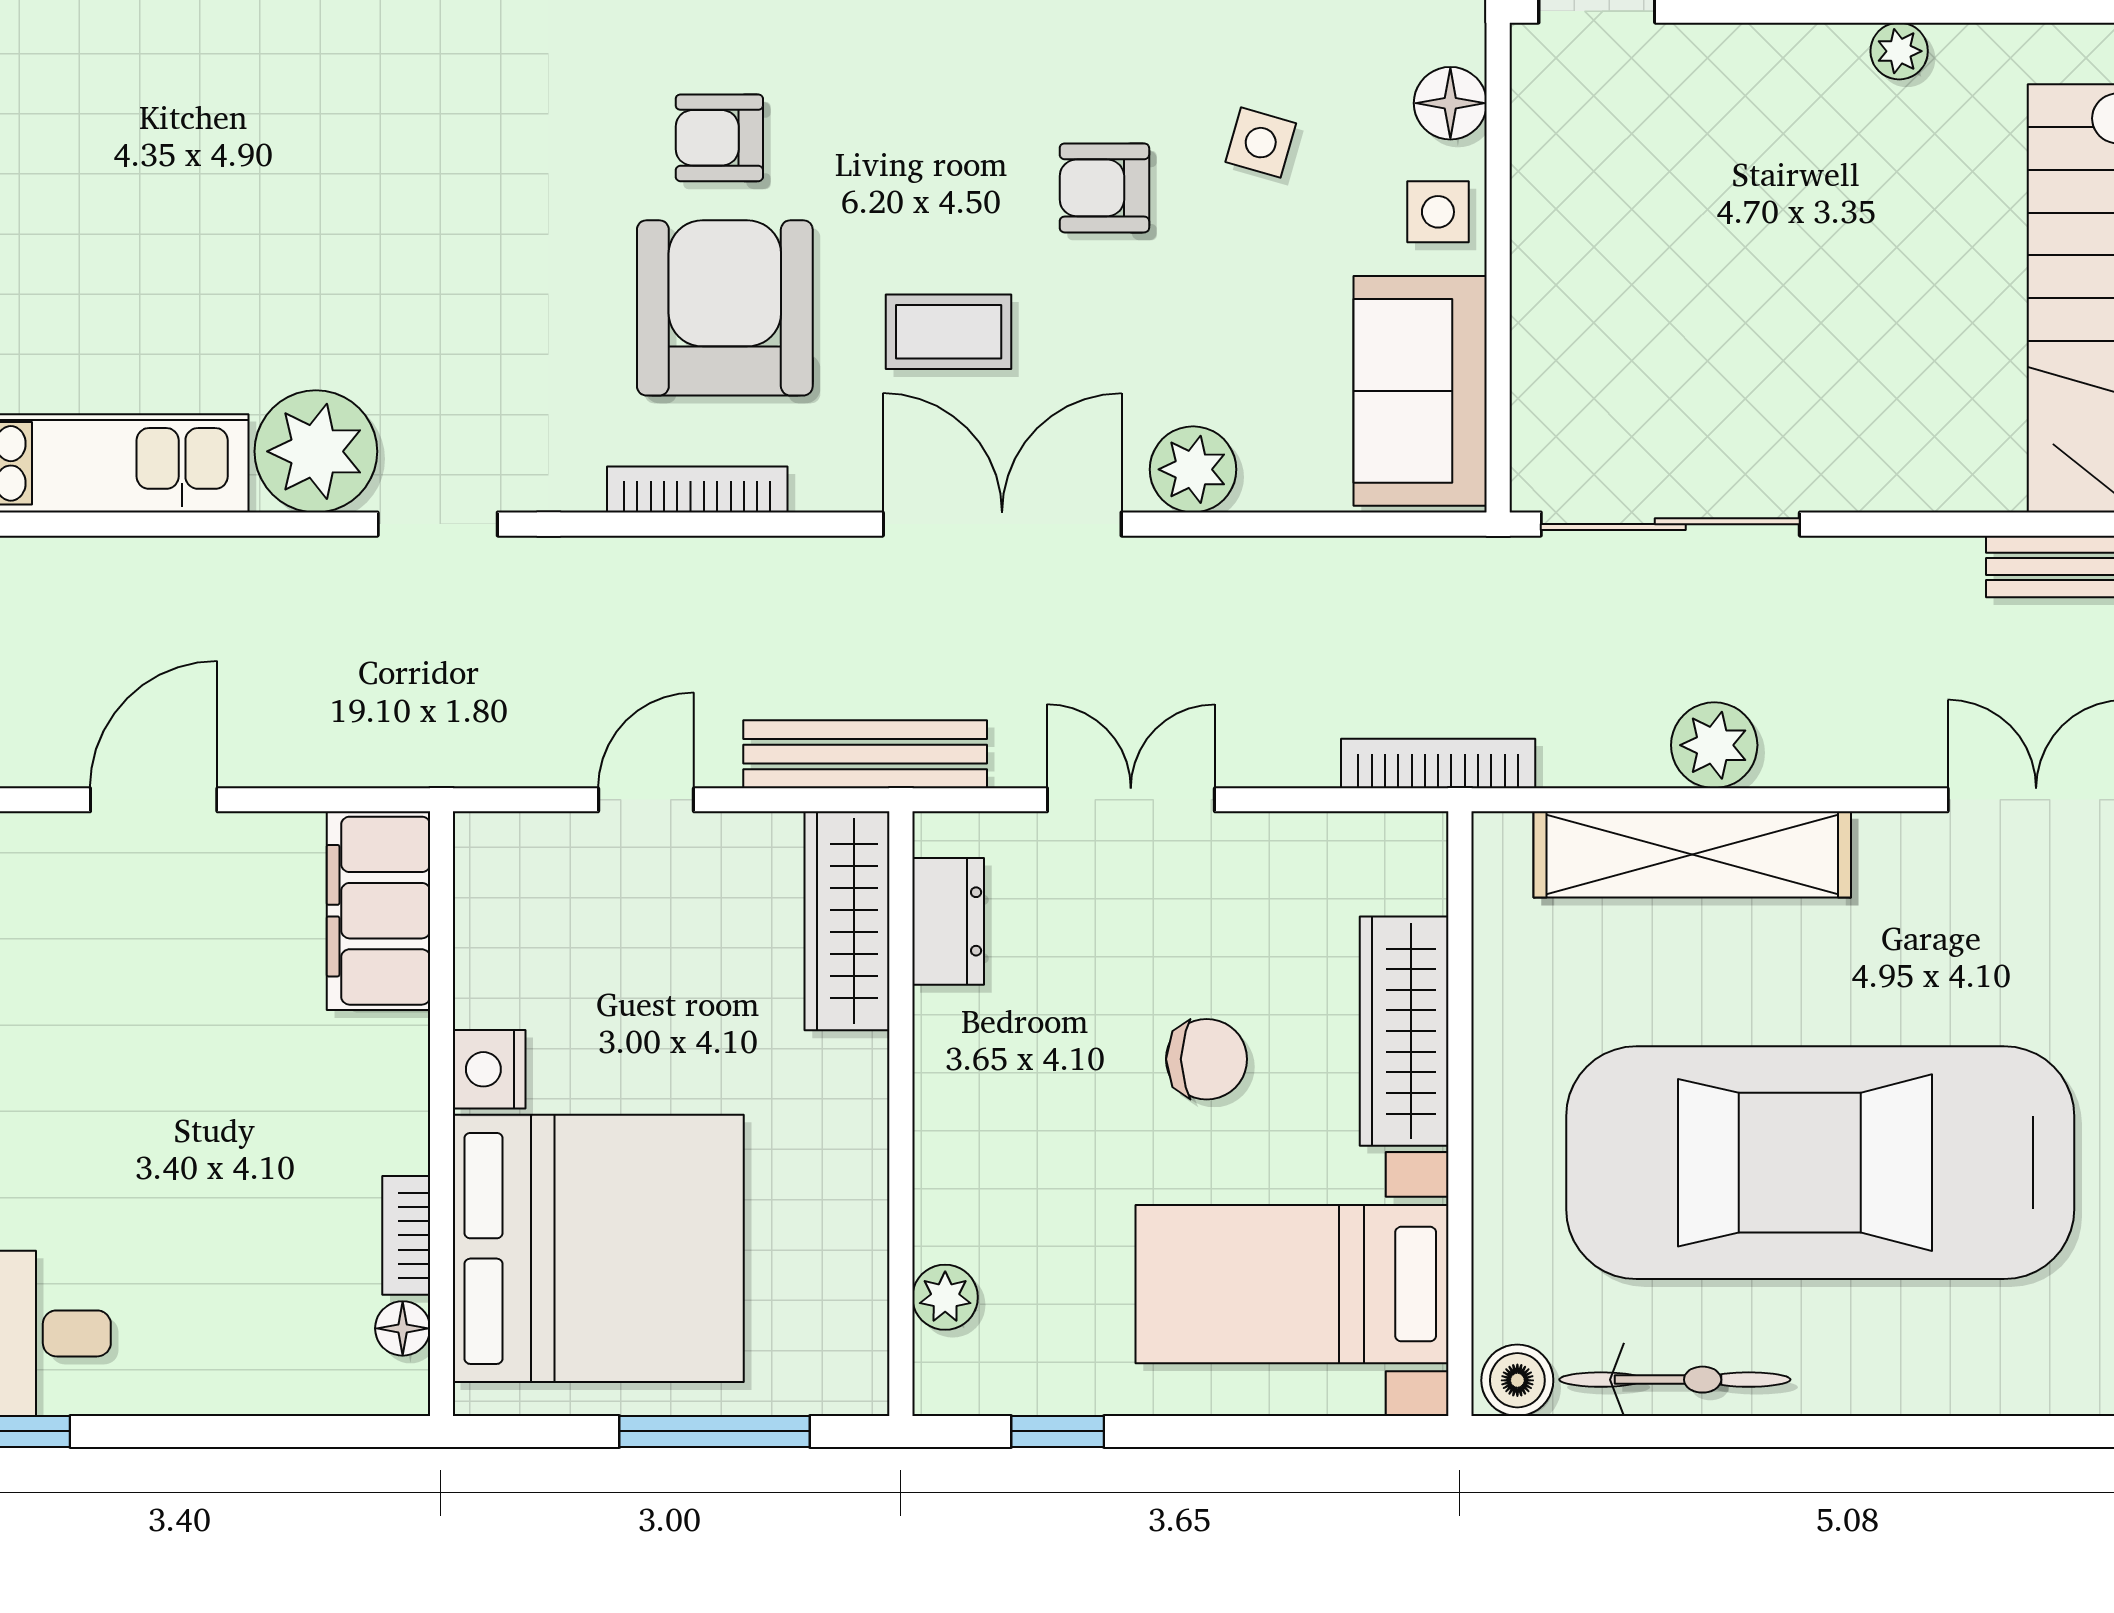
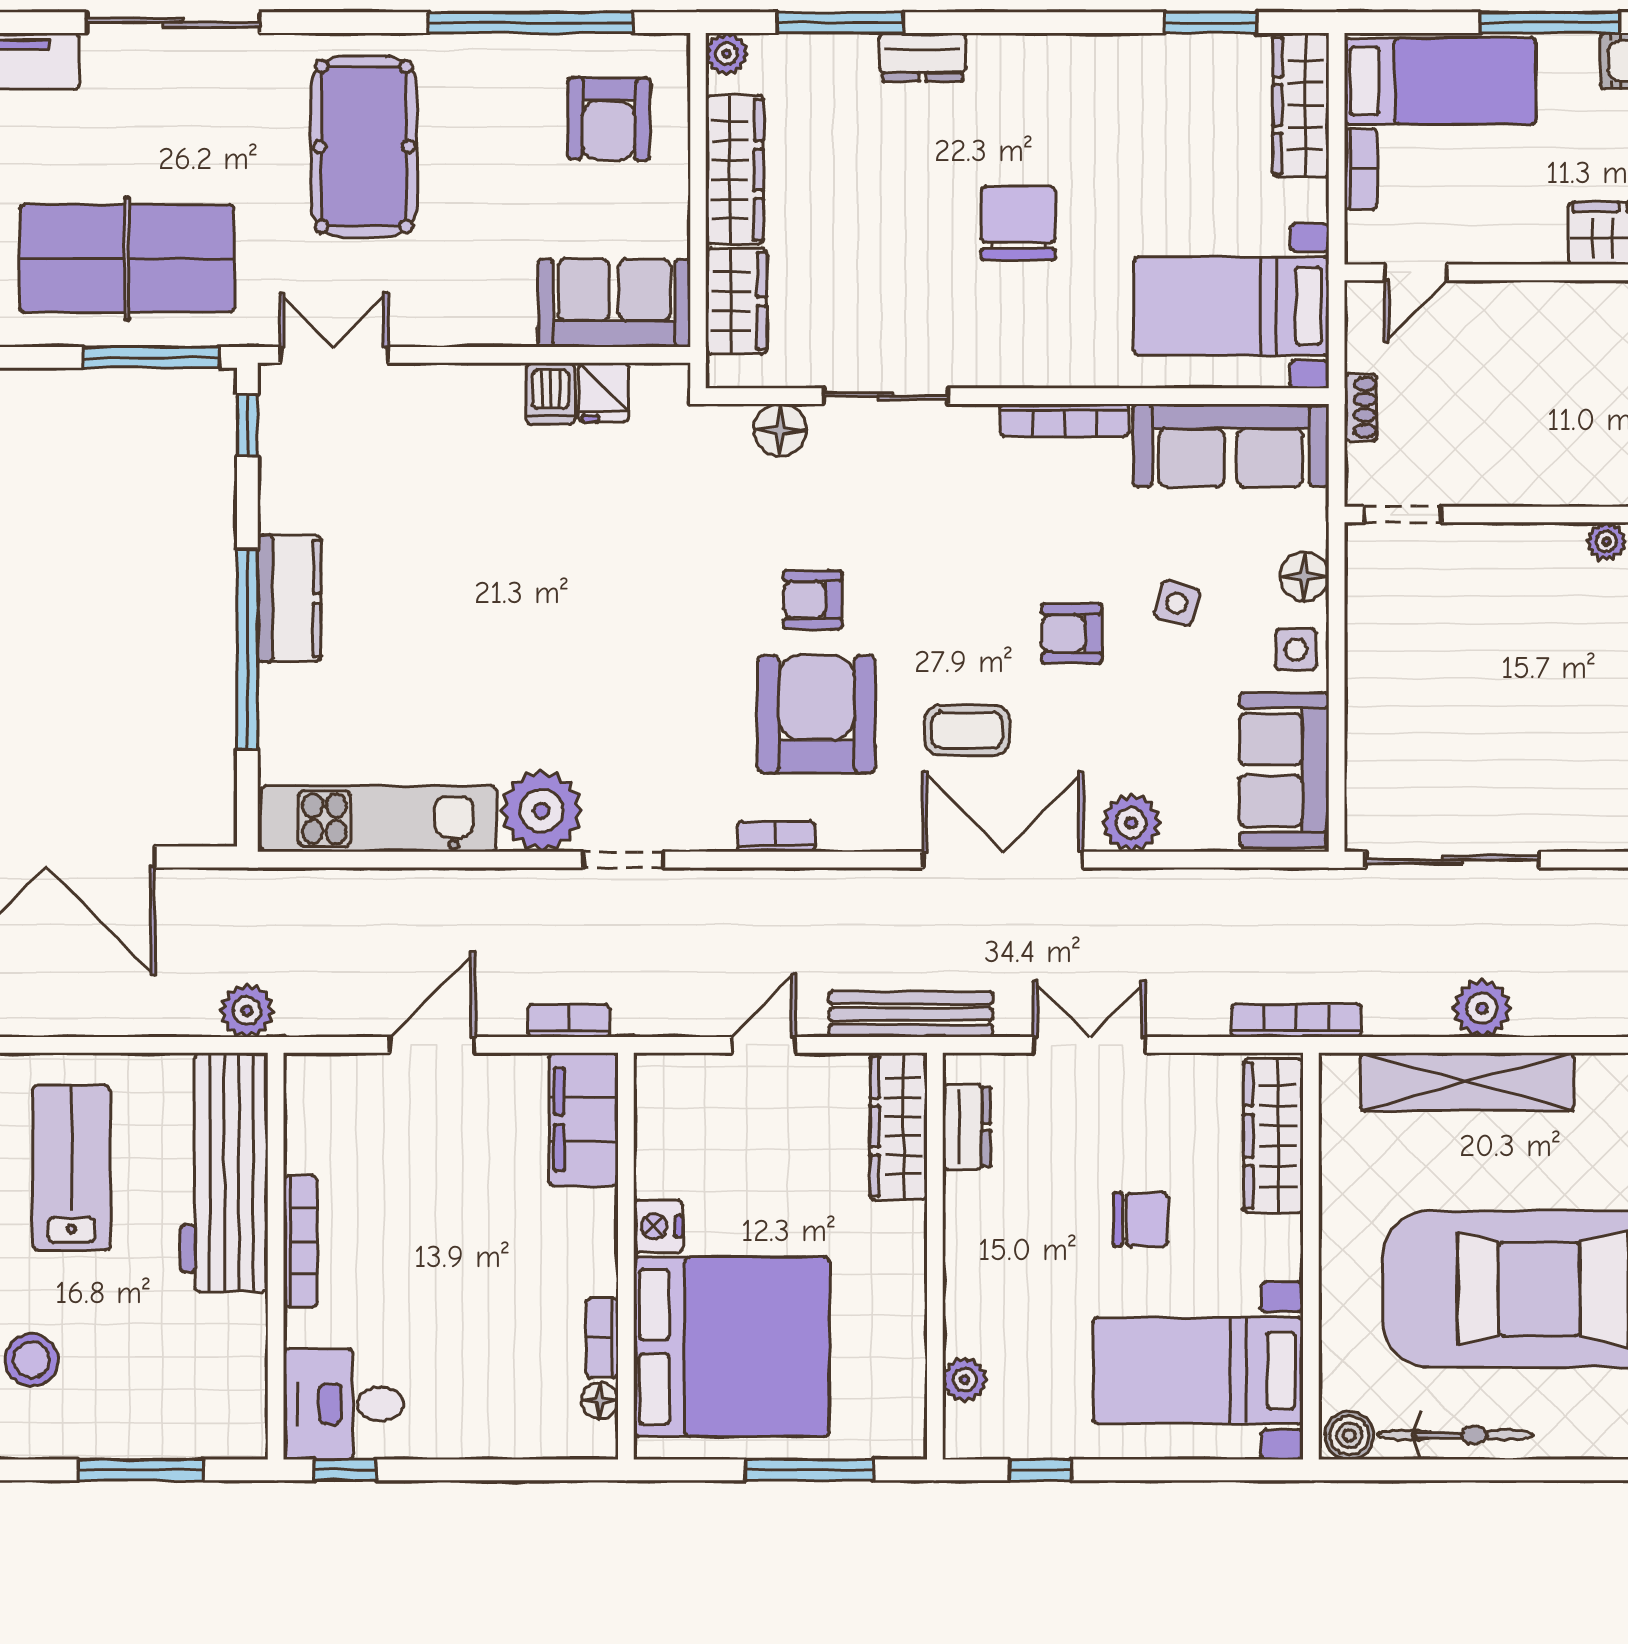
bookcase: (697, 490) -> (776, 836), width x0.64
bookcase: (357, 764) -> (569, 1021), added
wardrobe: (1404, 1031) -> (1273, 1136), moved

